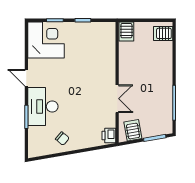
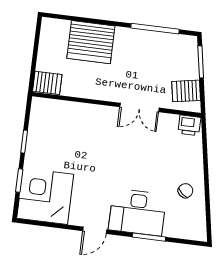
server rack: (163, 33) -> (91, 42), moved, width x2.18, depth x1.44
double door: (117, 99) -> (139, 107), swing flipped

